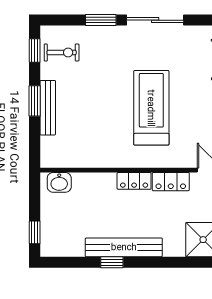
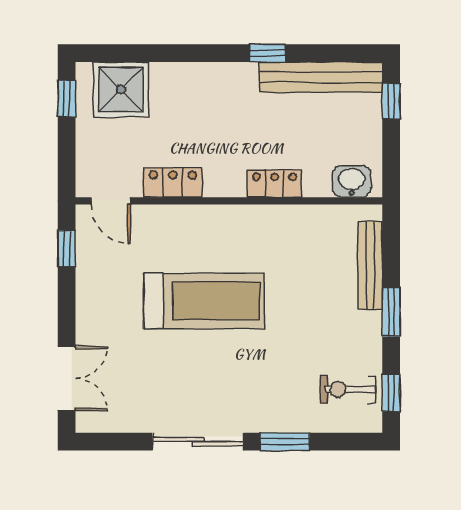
bench: (48, 108) -> (370, 265), moved
treadmill: (151, 108) -> (204, 301), turned -90
locker: (134, 181) -> (275, 184), moved
bench: (124, 247) -> (321, 77), moved

